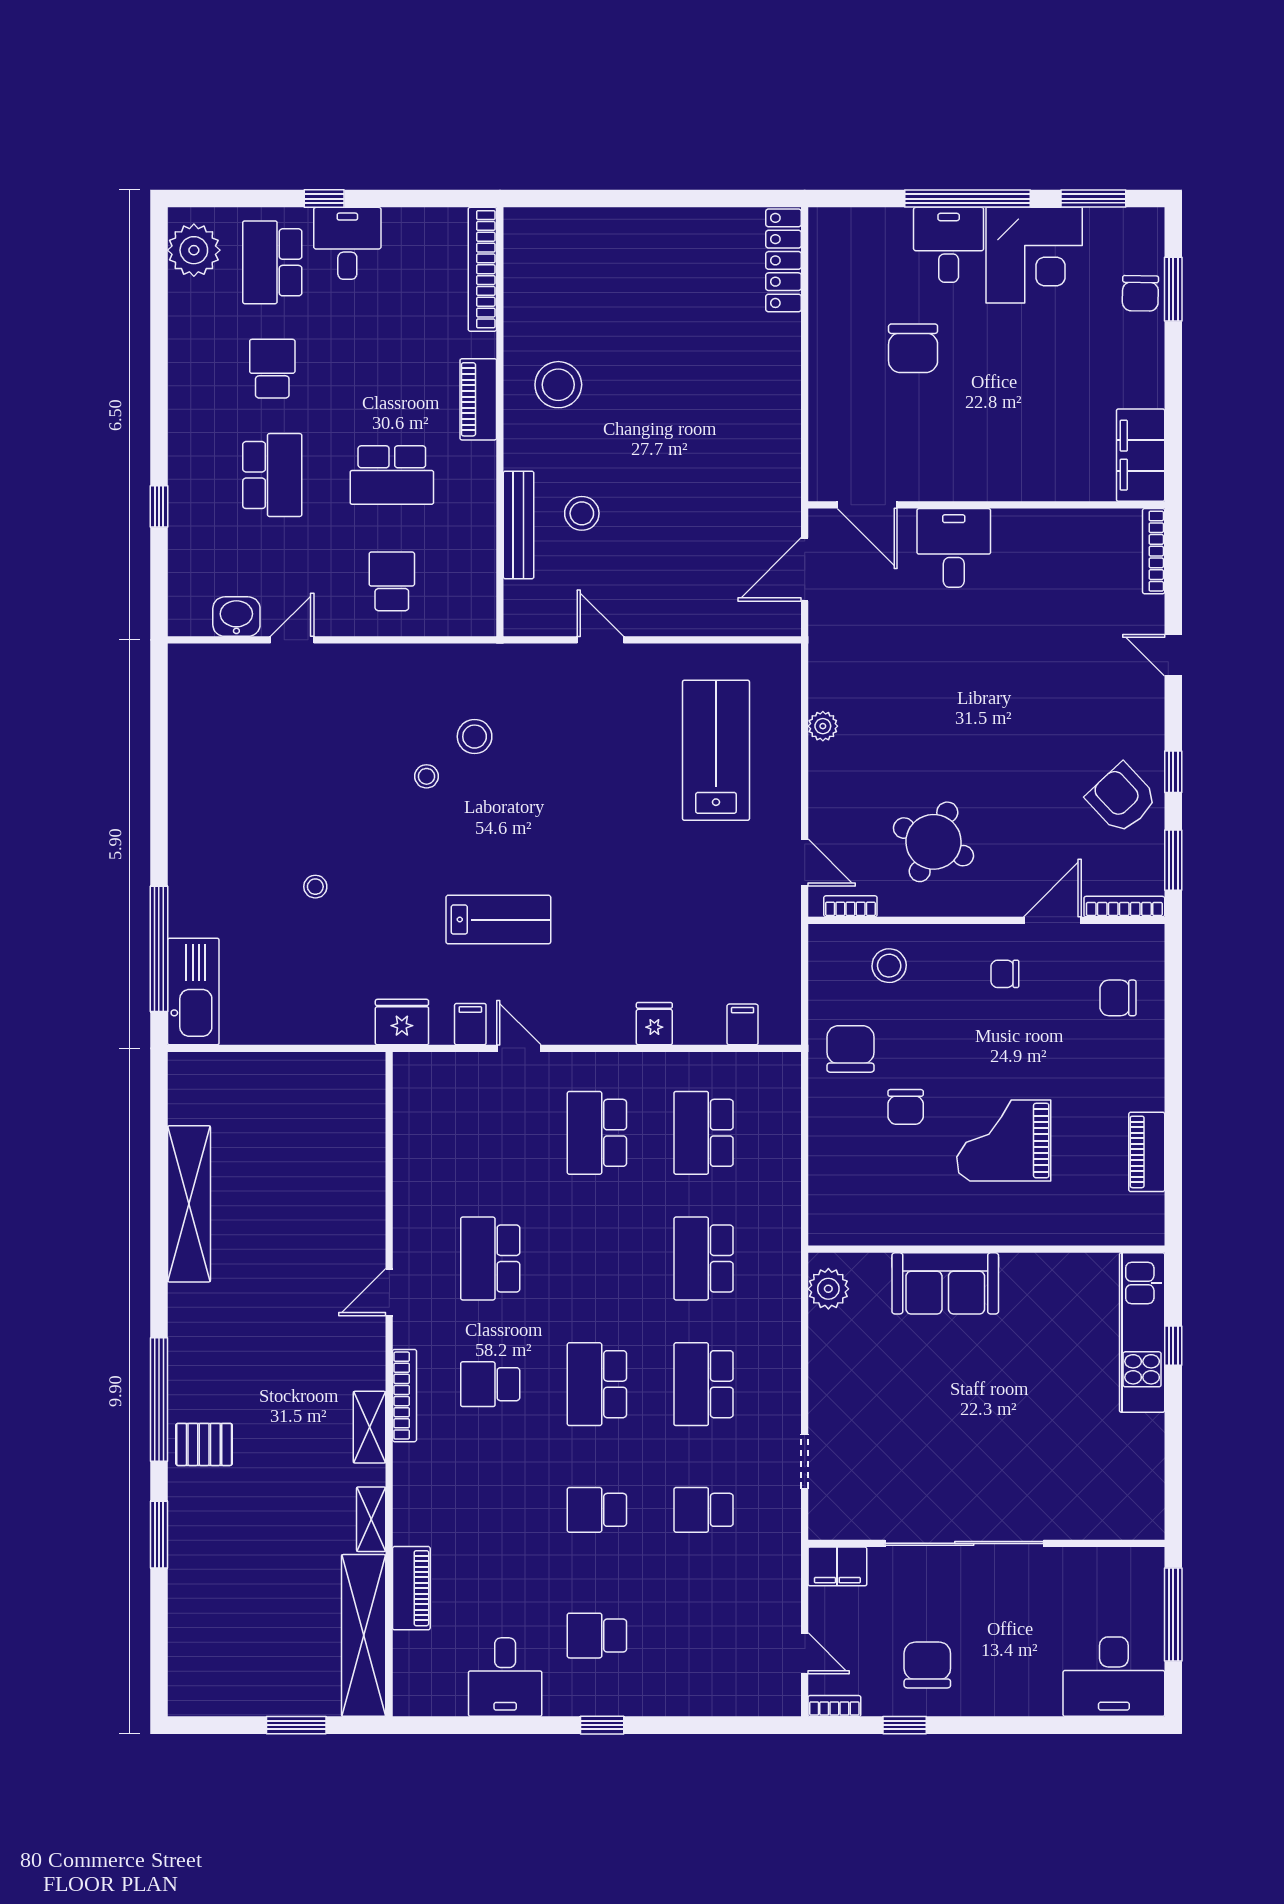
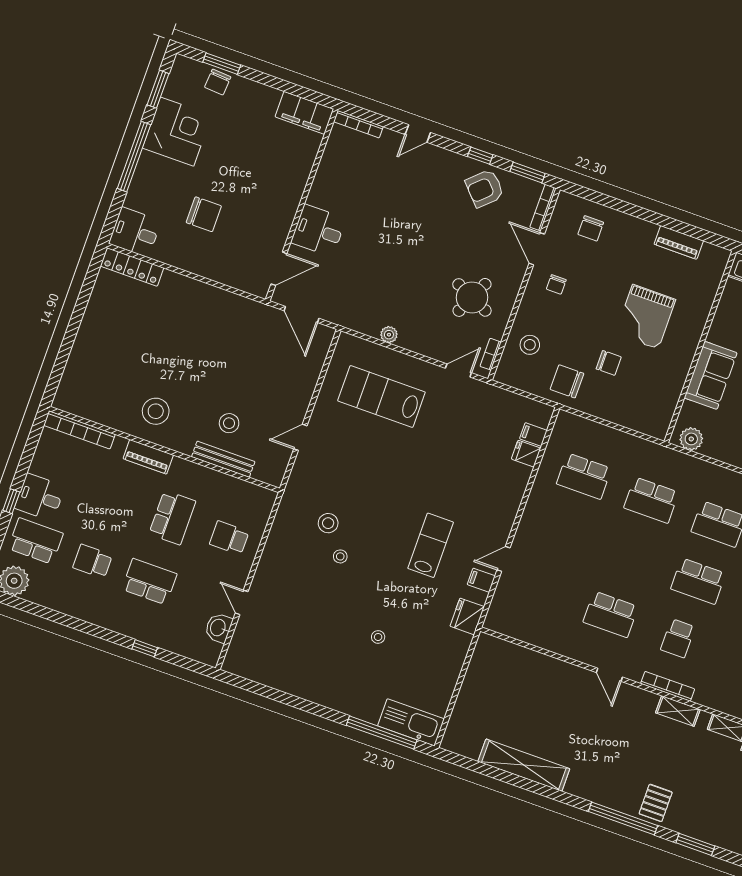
desk: (949, 245) -> (135, 232), moved
school desk: (272, 262) -> (36, 541), turned 180
chair: (1140, 293) -> (218, 82), turned 93
fridge: (654, 1024) -> (526, 454), moved
school desk: (597, 1133) -> (564, 533), removed

